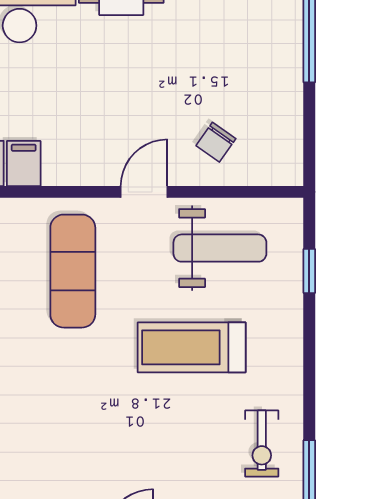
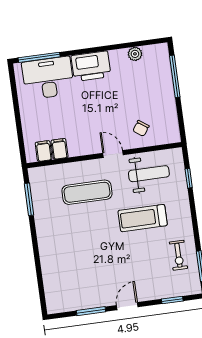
door: (144, 192) -> (113, 154), hinge flipped
exercise mat: (73, 271) -> (87, 192), turned 90

